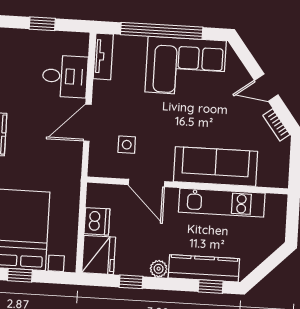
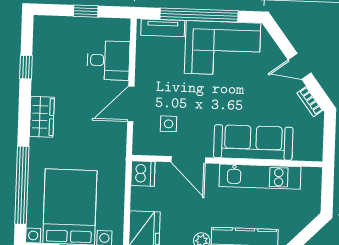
tv unit: (103, 56) -> (163, 28), moved, turned 90
dishwasher: (97, 221) -> (143, 174), moved

